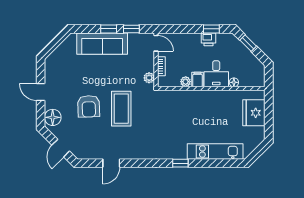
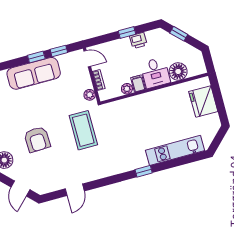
window: (211, 29) -> (127, 33), moved
floor lamp: (234, 82) -> (178, 71), width x1.89, depth x1.89
coffee table: (121, 109) -> (83, 130), moved

